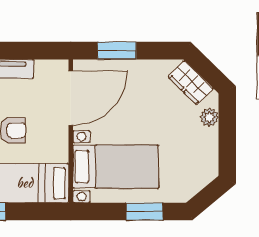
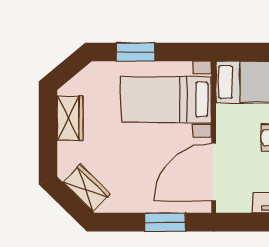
plant: (209, 117) -> (67, 152), removed
wardrobe: (206, 149) -> (70, 118), added

